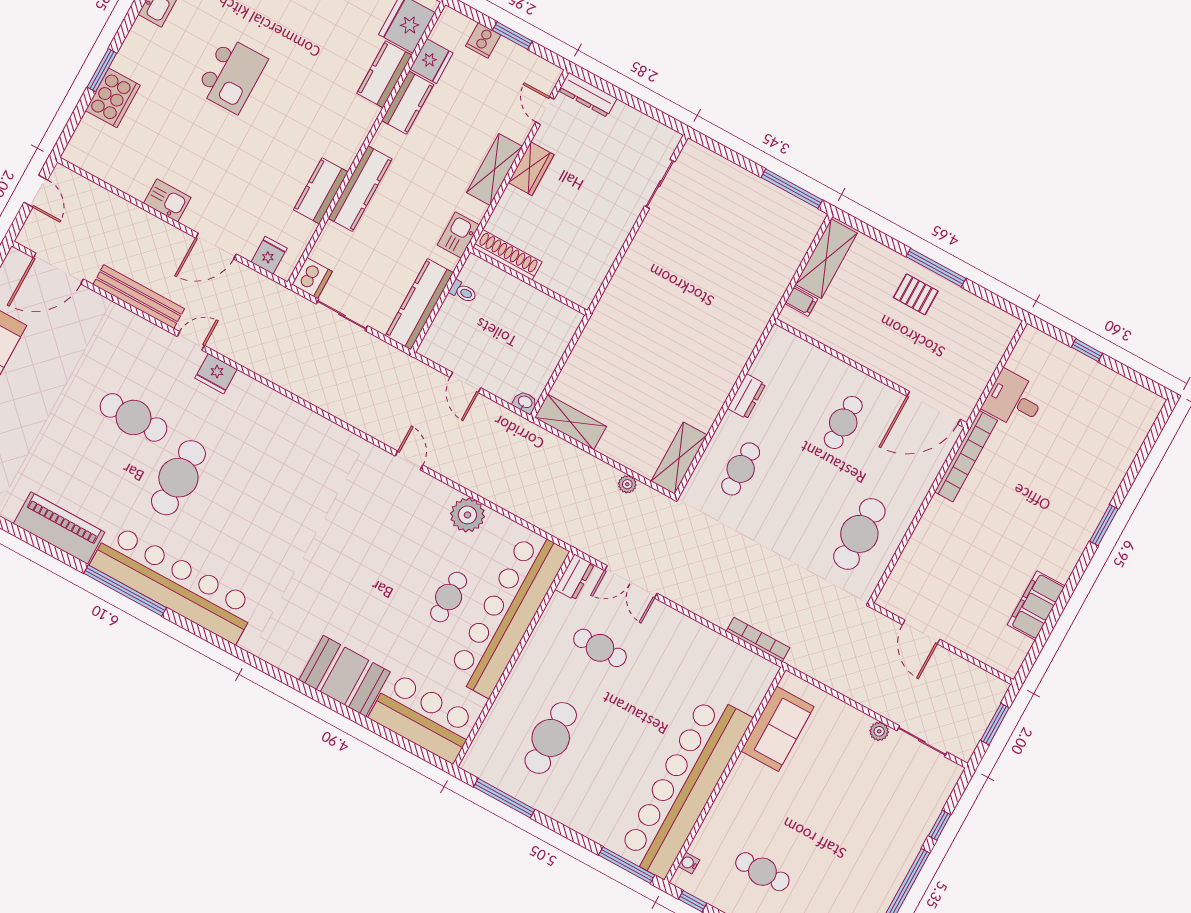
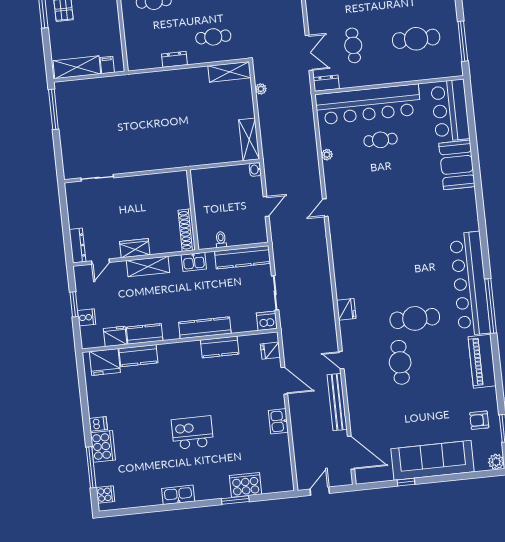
fridge: (216, 374) -> (346, 309), moved
plant: (467, 515) -> (327, 155), width x0.53, depth x0.53

